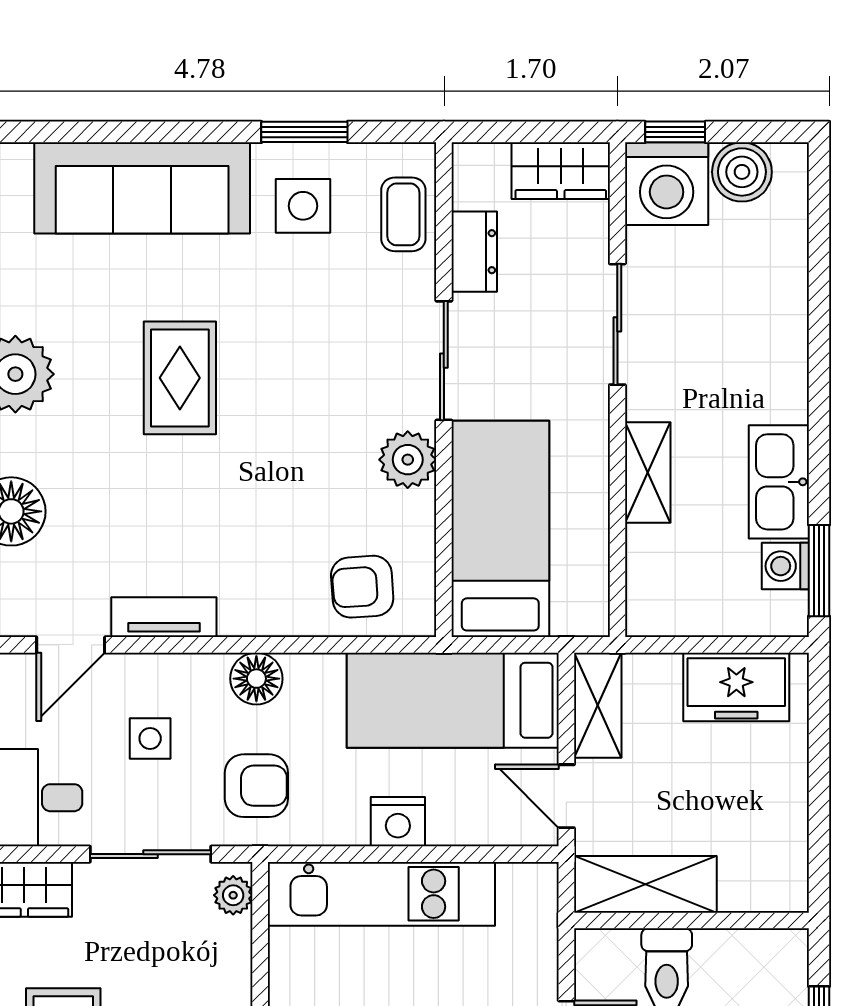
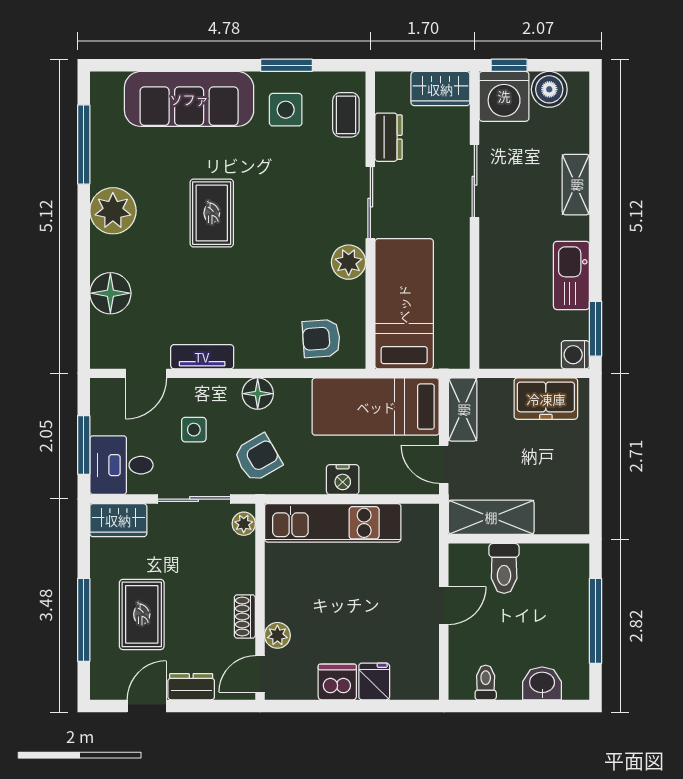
shelving: (648, 472) -> (576, 185), moved
washing machine: (785, 566) -> (575, 355), moved
armchair: (256, 786) -> (258, 458), turned -30

